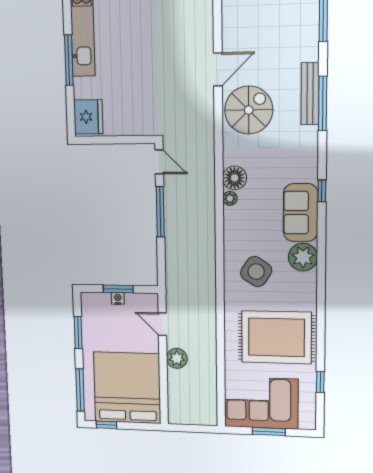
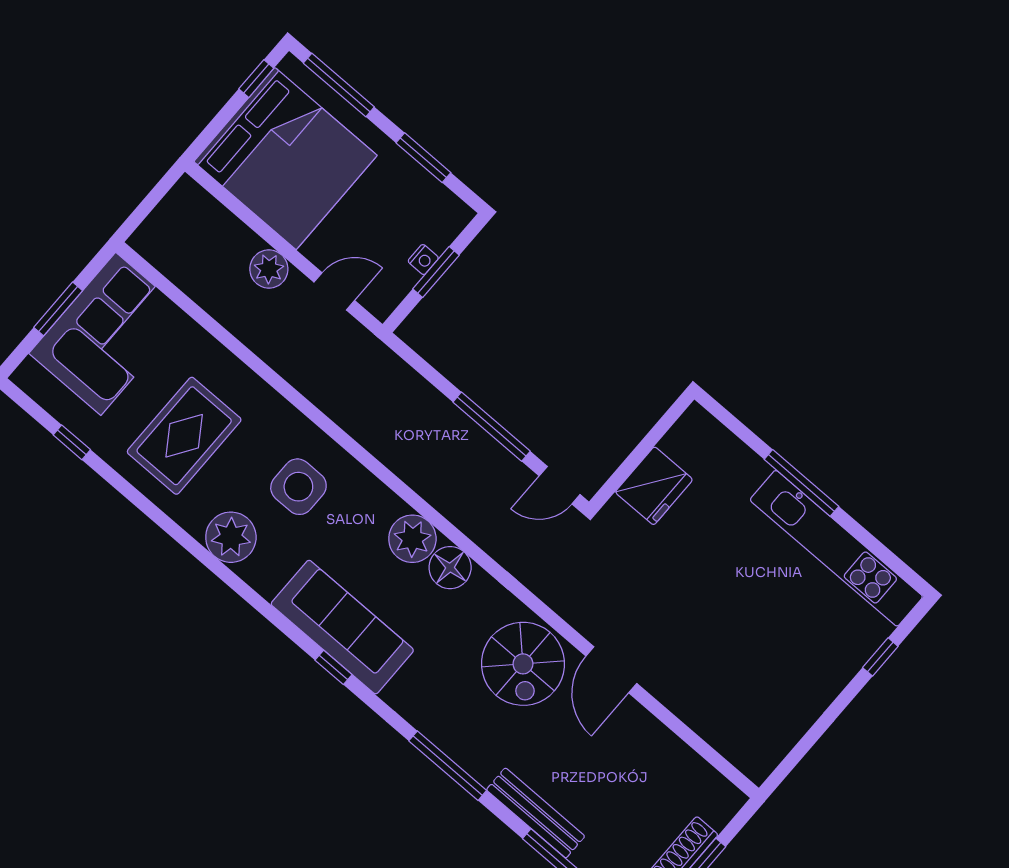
bench: (310, 94) -> (536, 813), moved
fridge: (88, 117) -> (654, 486), moved, turned -90
plant: (230, 198) -> (412, 539), width x1.87, depth x1.87
sofa: (301, 213) -> (342, 627), width x1.36
plant: (303, 257) -> (231, 537), moved
side table: (256, 272) -> (298, 487), turned -33
rug: (276, 337) -> (184, 436), width x0.73, depth x0.69

